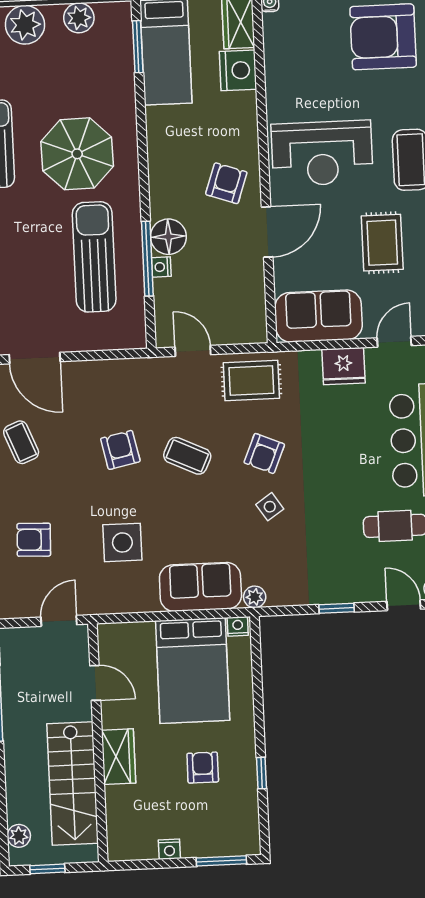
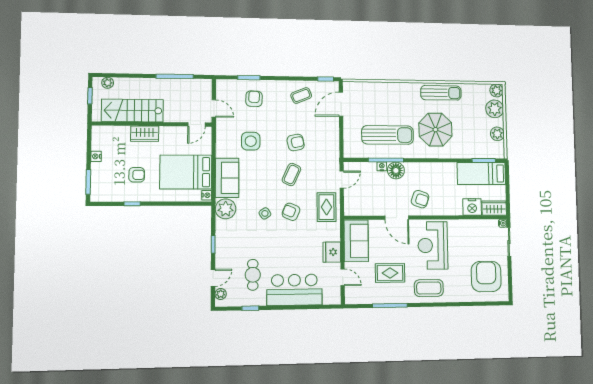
plant: (255, 597) -> (226, 209), width x1.87, depth x1.87
door: (95, 683) -> (197, 124), moved

